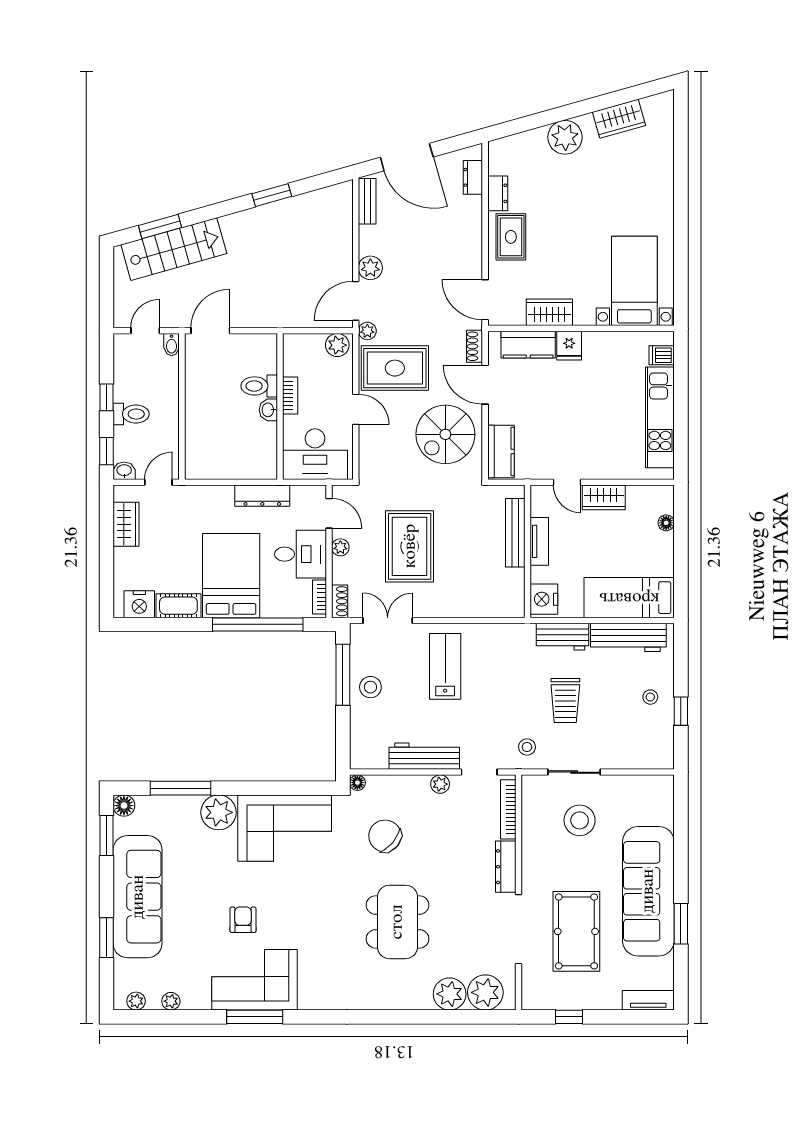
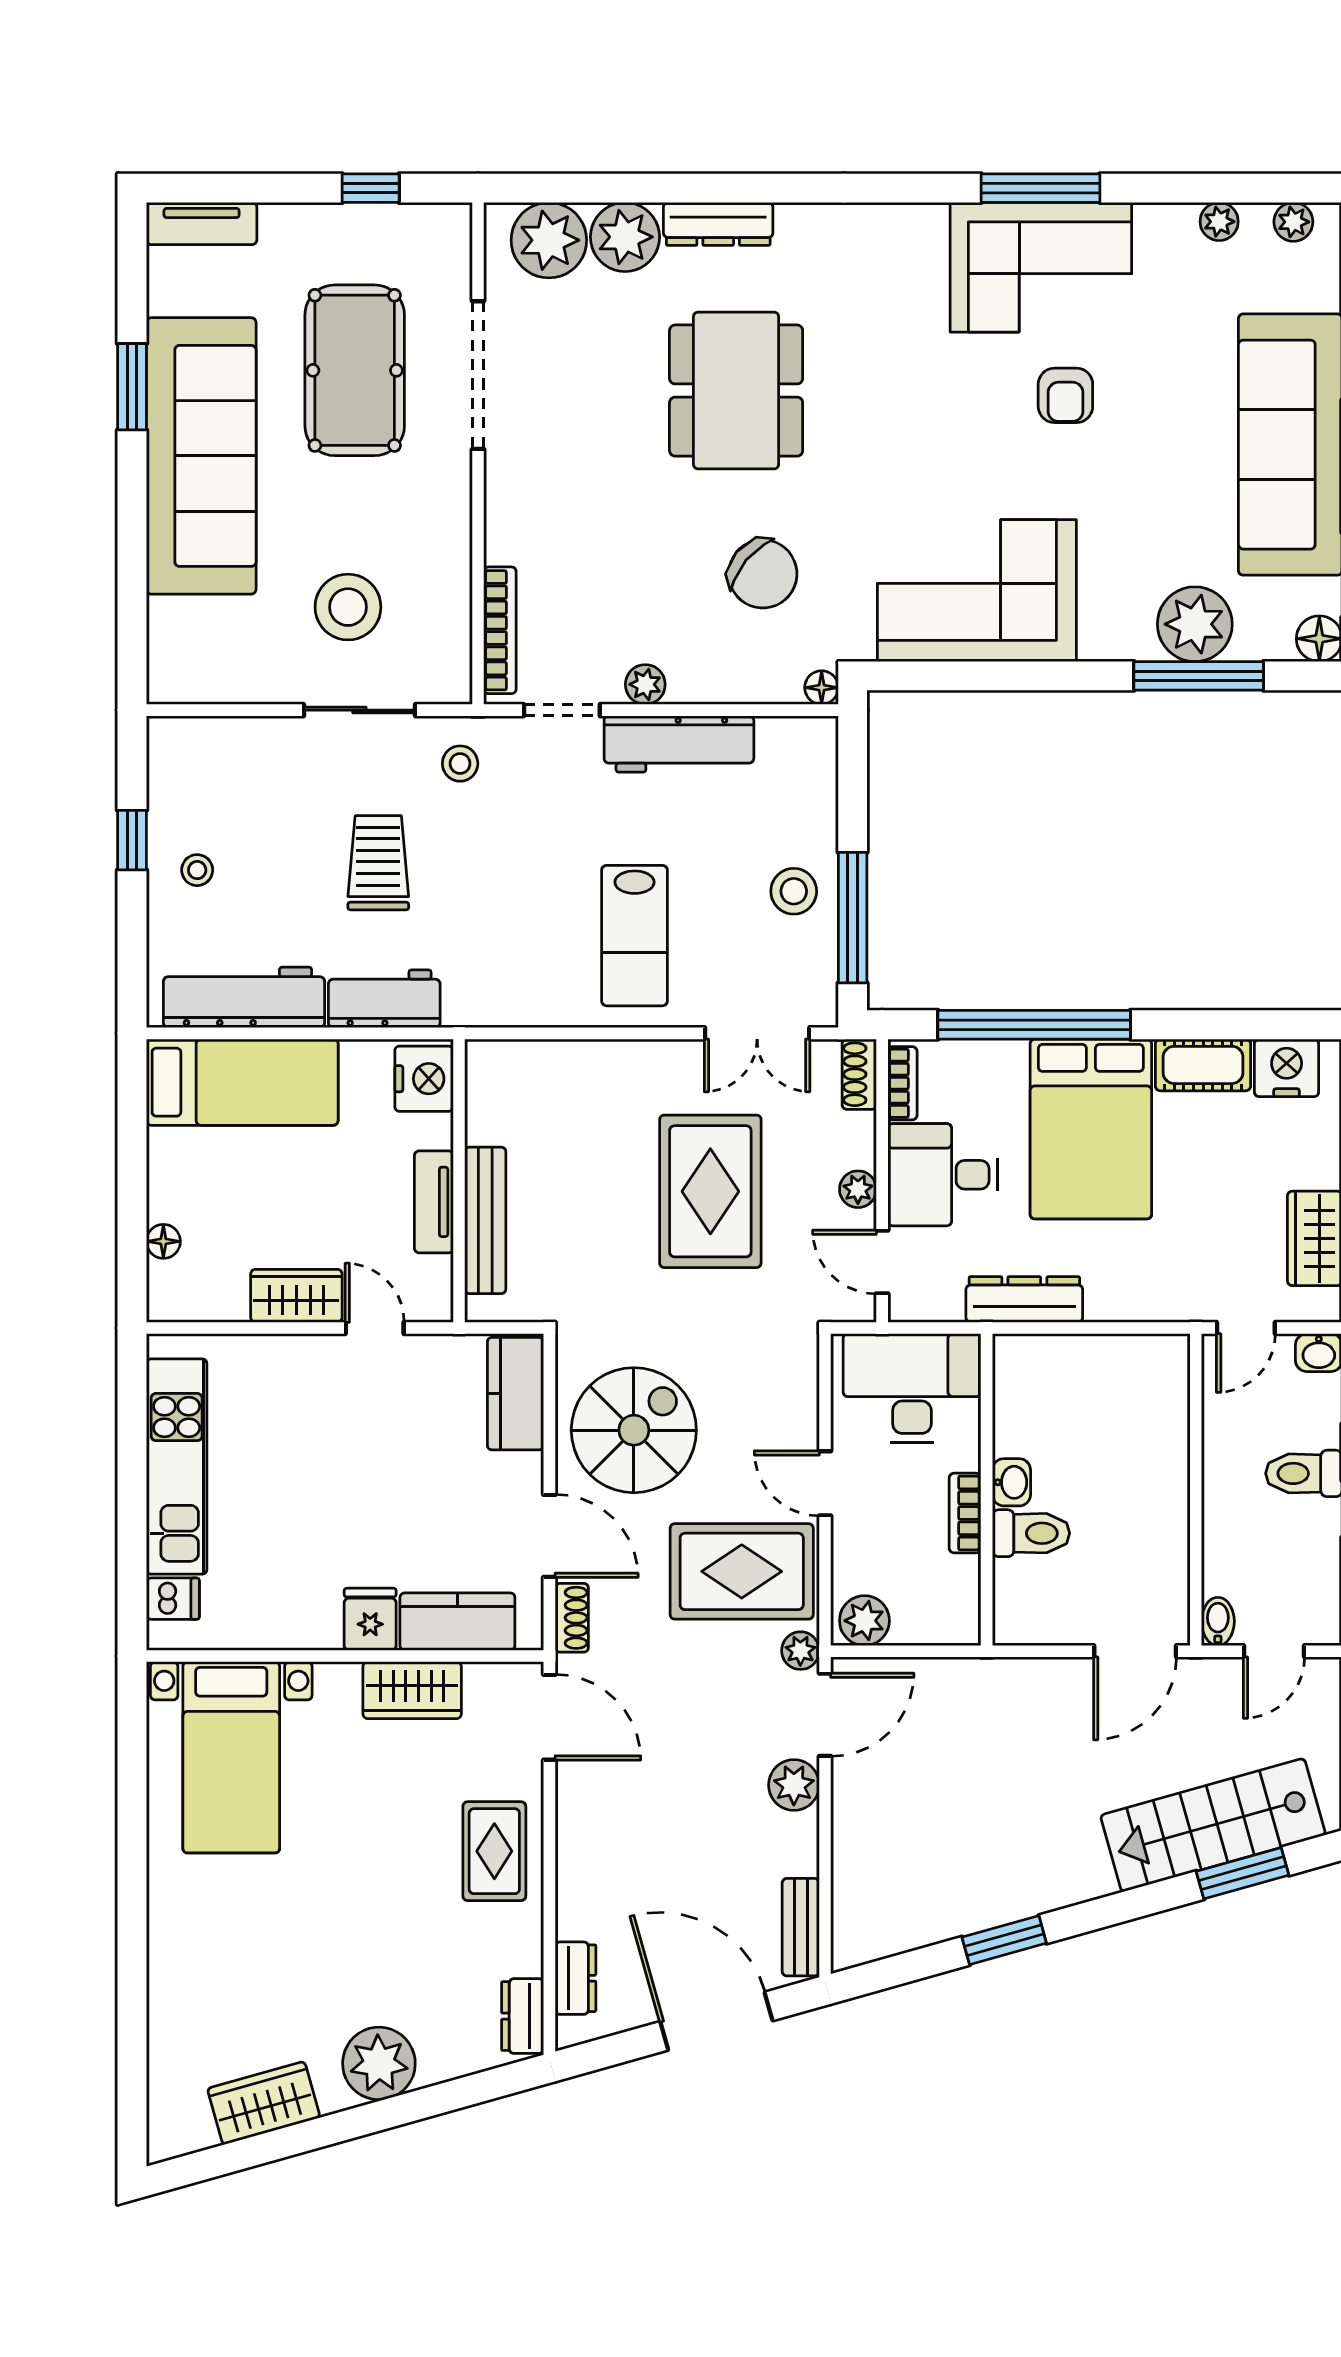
dresser: (498, 193) -> (523, 2016), moved
plant: (219, 812) -> (1195, 624), moved
dresser: (506, 867) -> (718, 224), moved, turned 90

